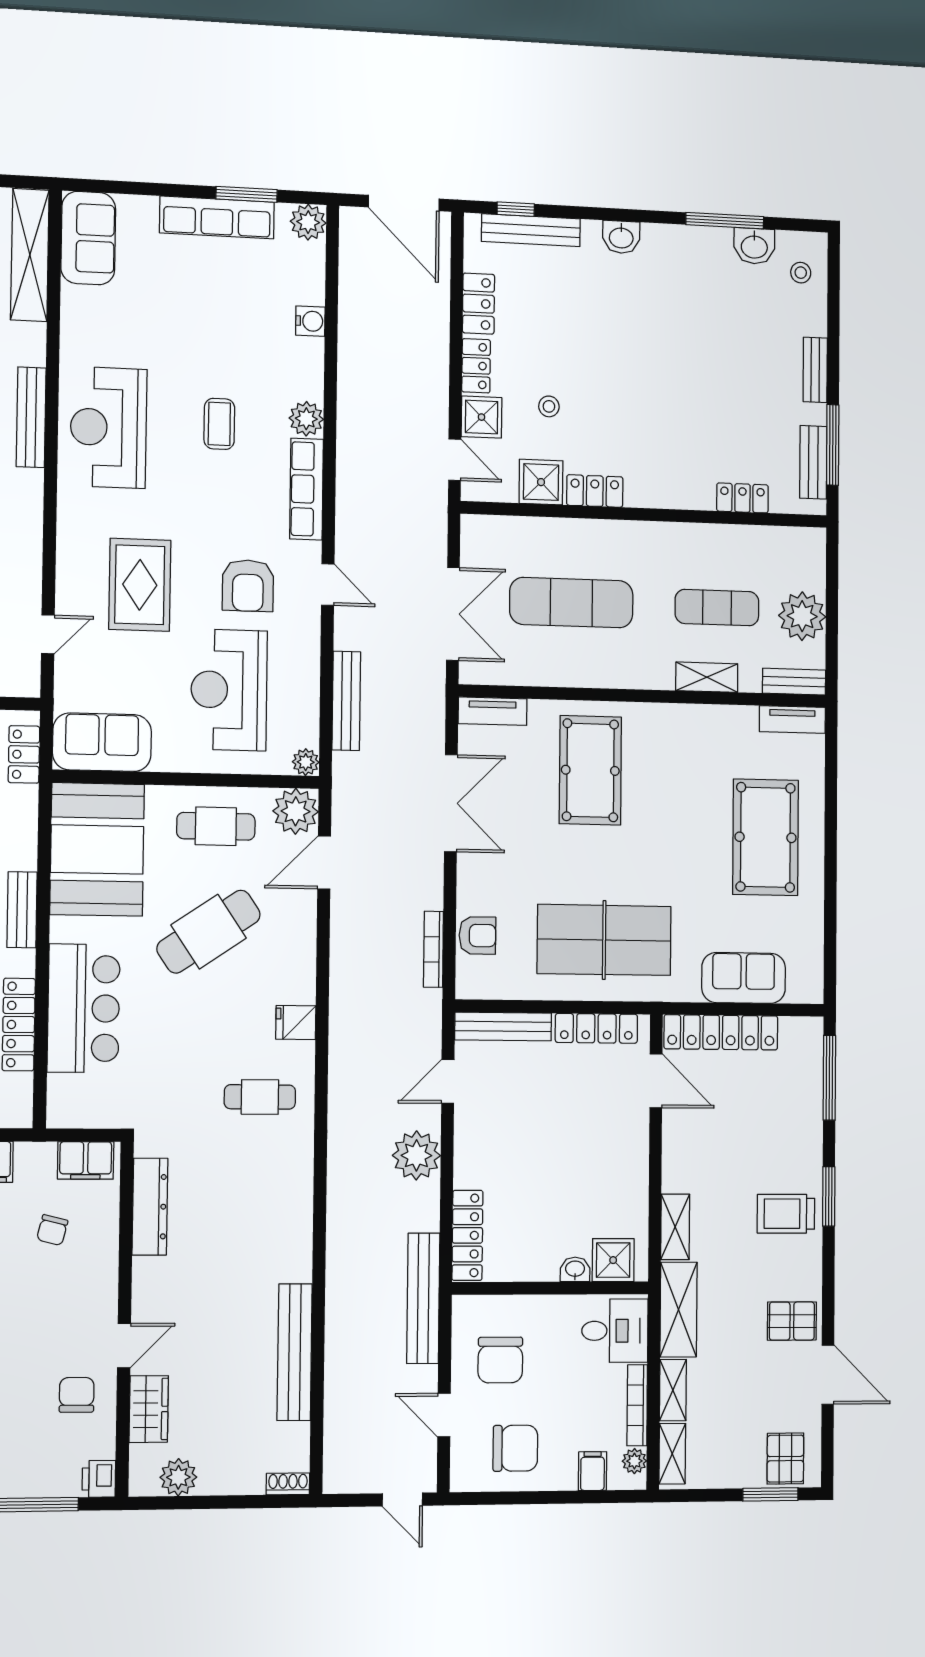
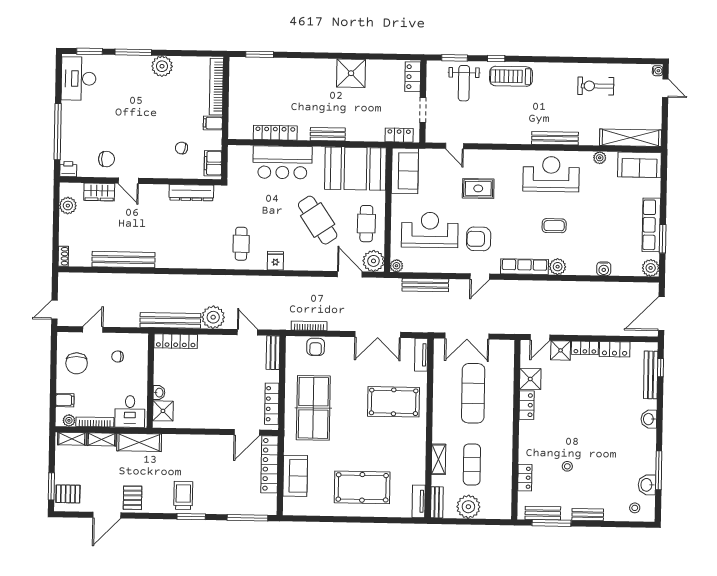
plant: (73, 323) -> (600, 158), added
stool: (549, 406) -> (567, 466), moved
rug: (140, 585) -> (478, 188), width x0.73, depth x0.70
bench: (503, 1026) -> (273, 353), width x0.73
shelving: (675, 1227) -> (178, 441), removed
bench: (423, 1298) -> (170, 320), moved
chair: (500, 1360) -> (118, 356), width x0.54, depth x0.54

